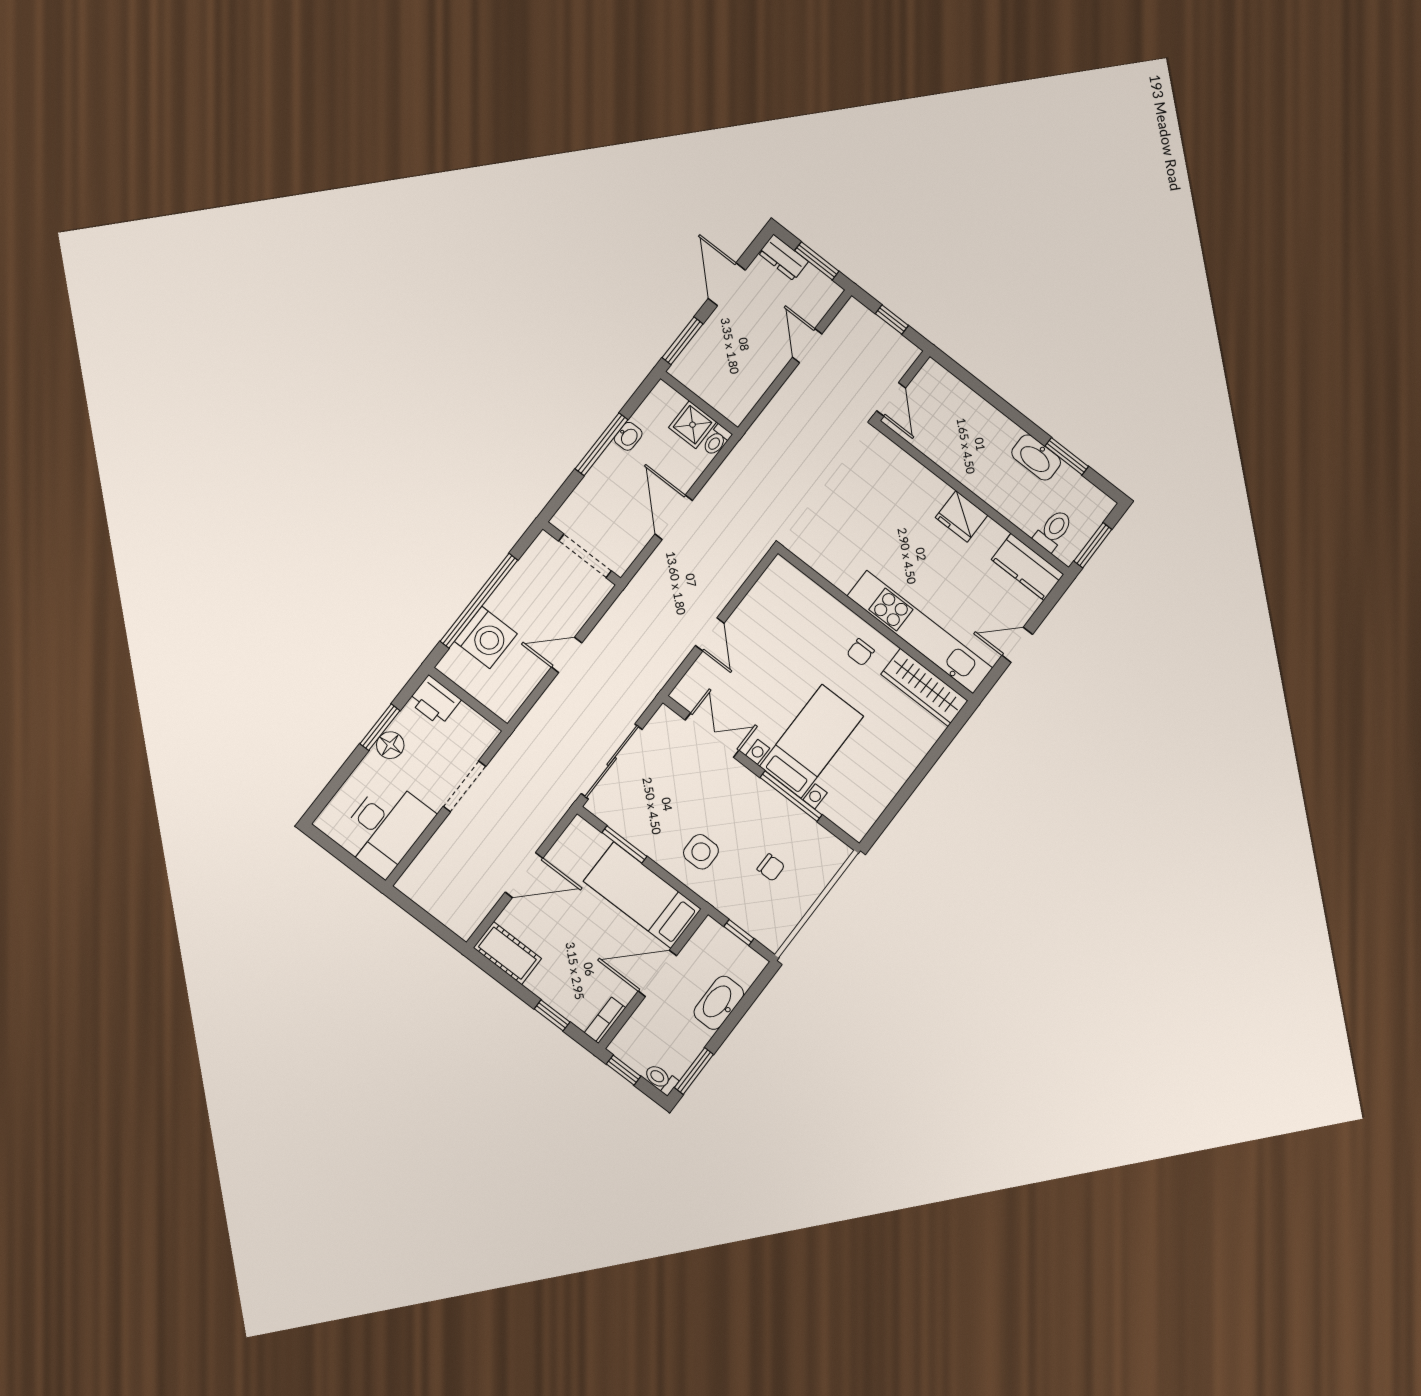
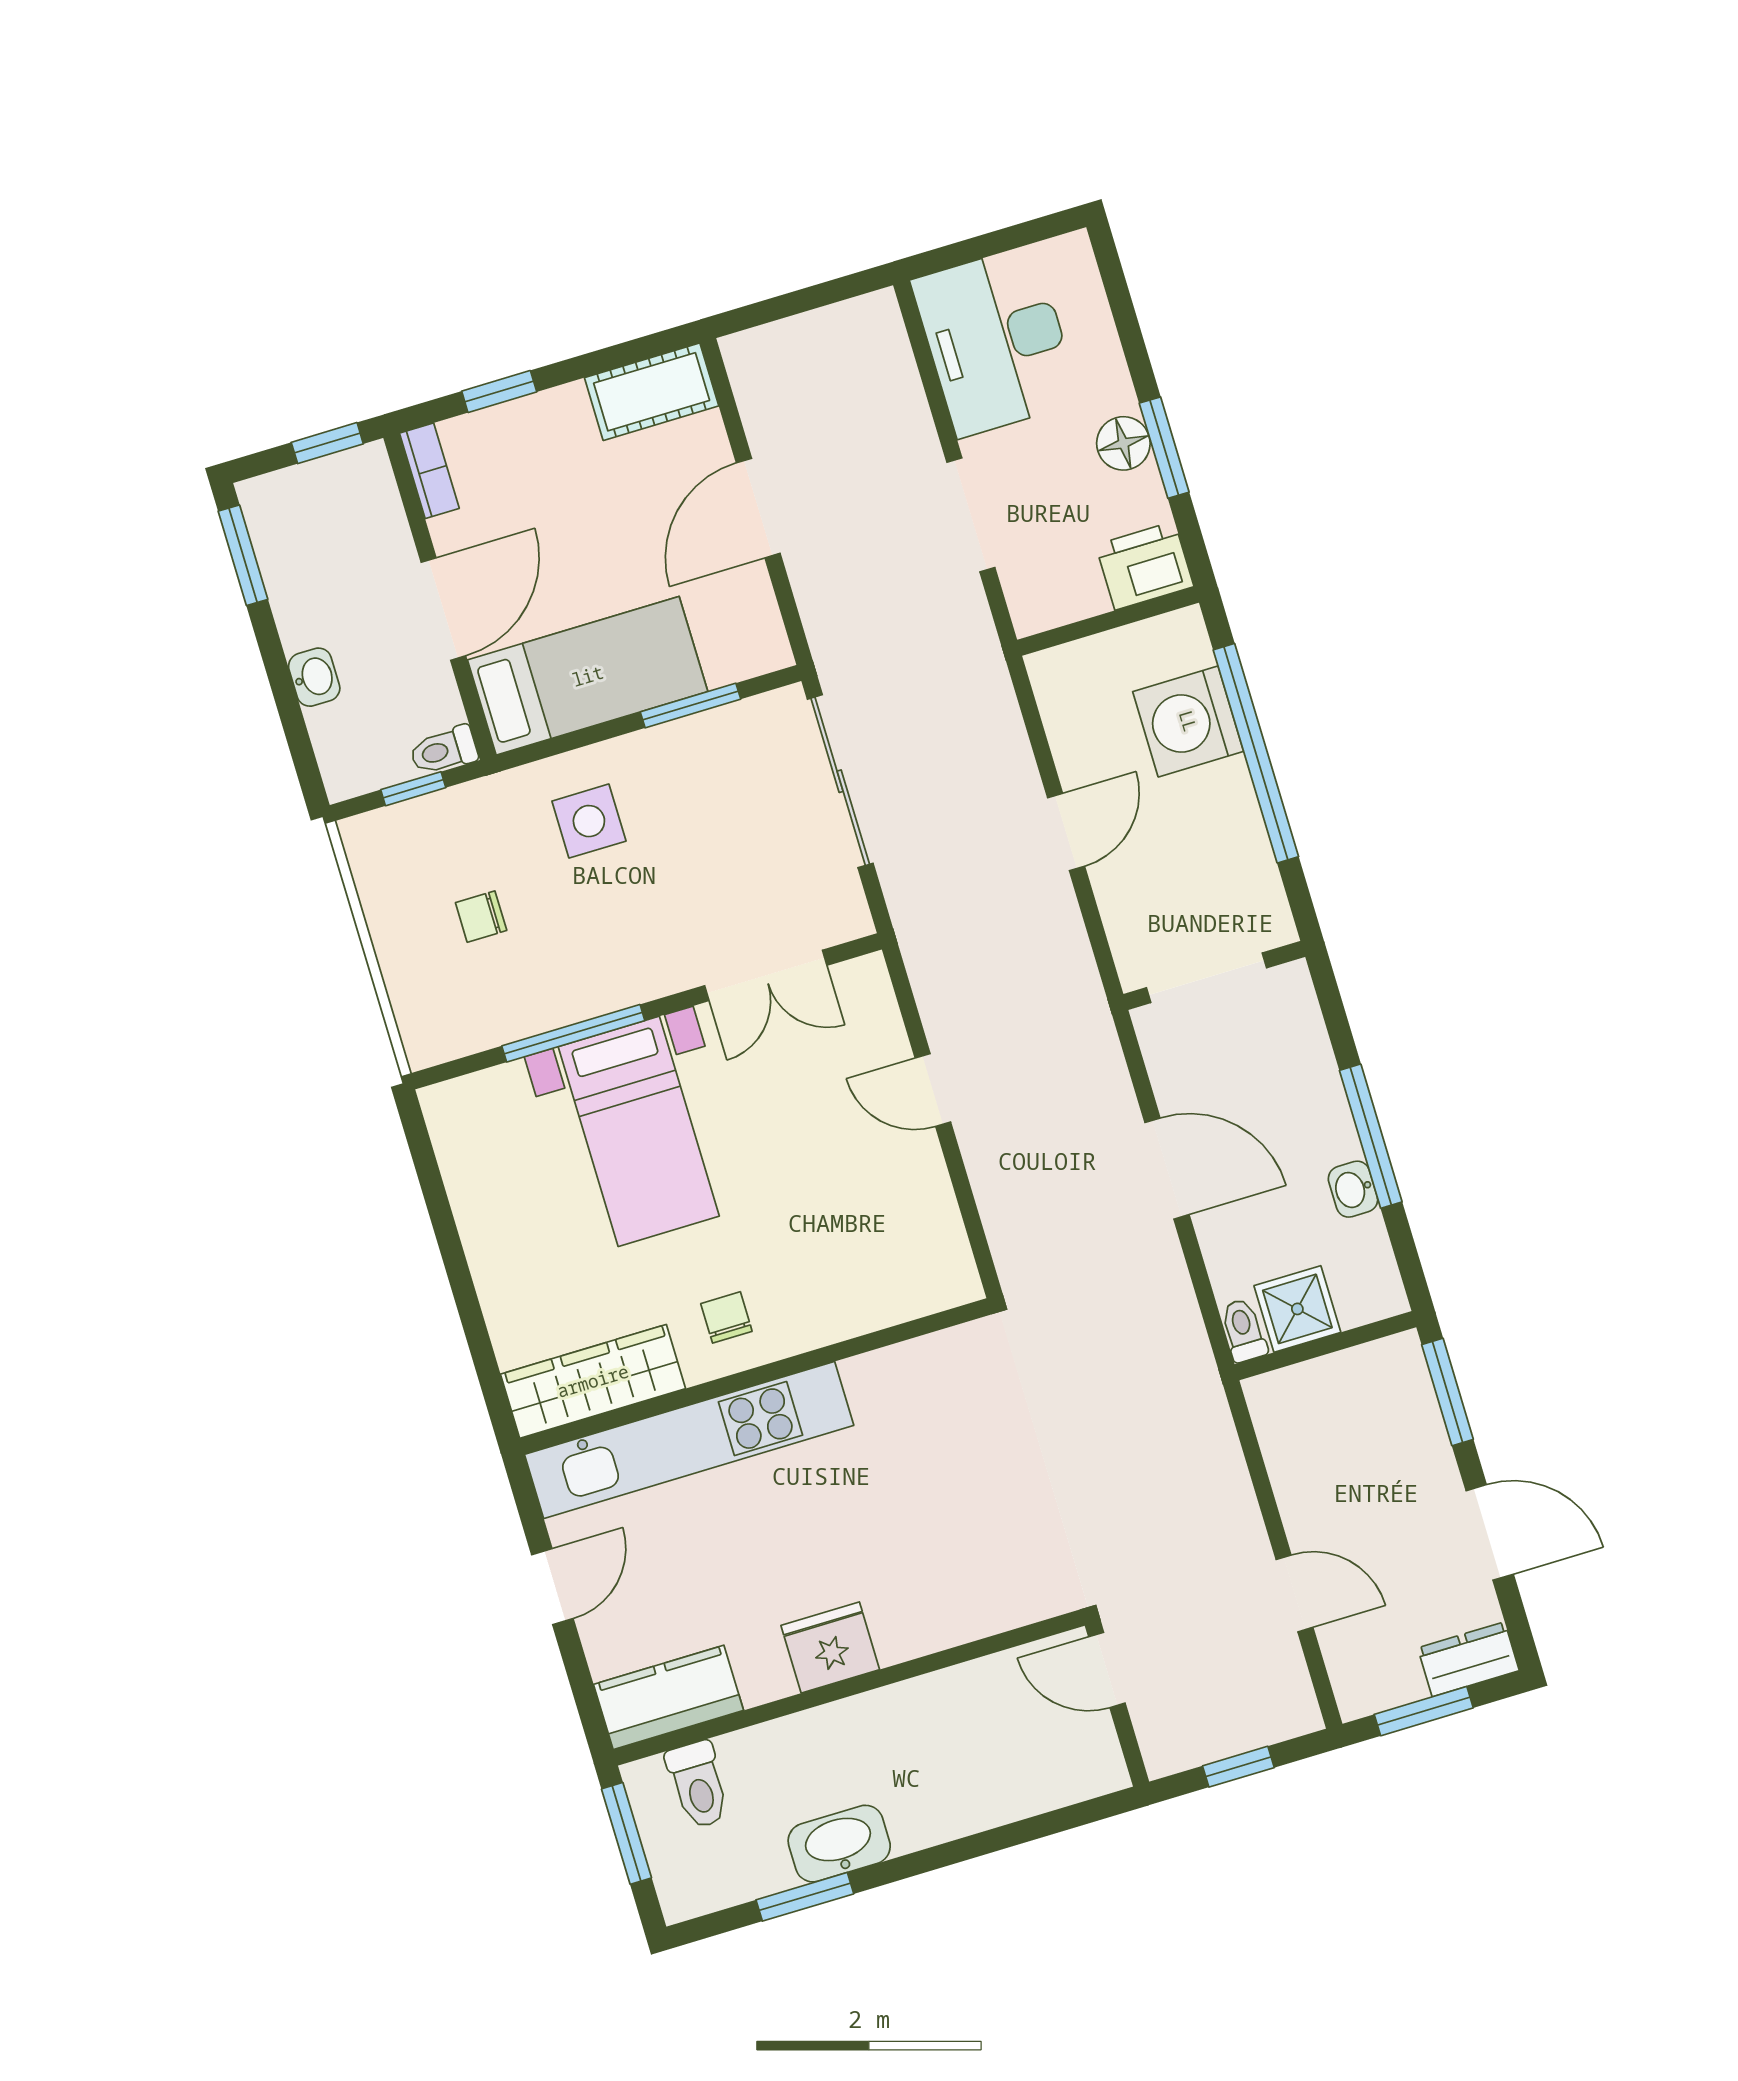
washbasin: (719, 1003) -> (314, 677), width x0.52, depth x0.69
toilet: (661, 1079) -> (444, 750), moved, turned 180

